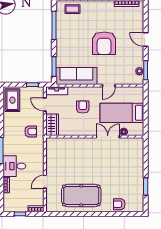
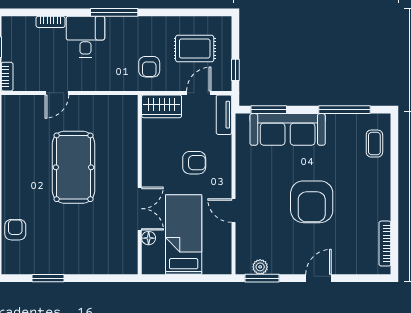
armchair: (104, 43) -> (312, 202), turned -90
sofa: (76, 76) -> (288, 129), moved, turned 90
rug: (12, 100) -> (195, 49), moved
door: (45, 182) -> (57, 93), swing flipped
pool table: (81, 195) -> (73, 167), moved

